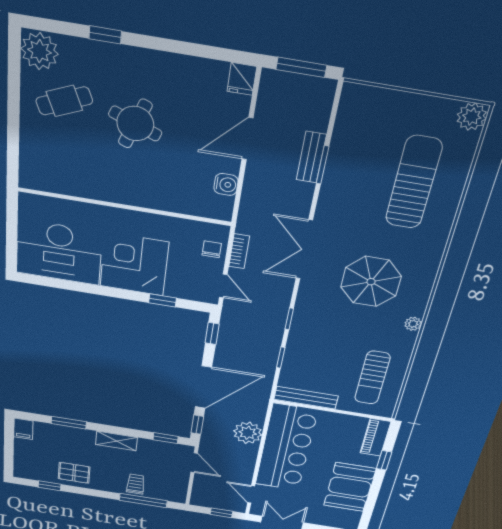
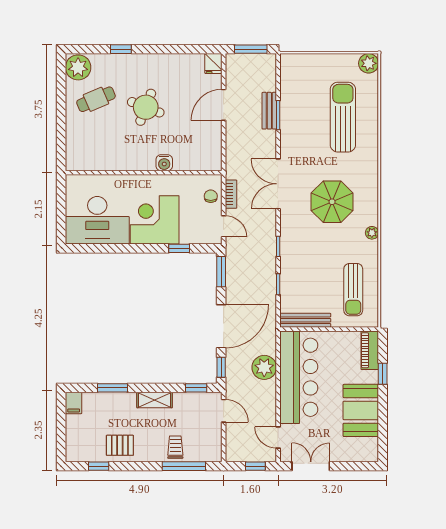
water cooler: (226, 184) -> (164, 163), moved, turned 90
window: (212, 333) -> (221, 272), width x1.50

